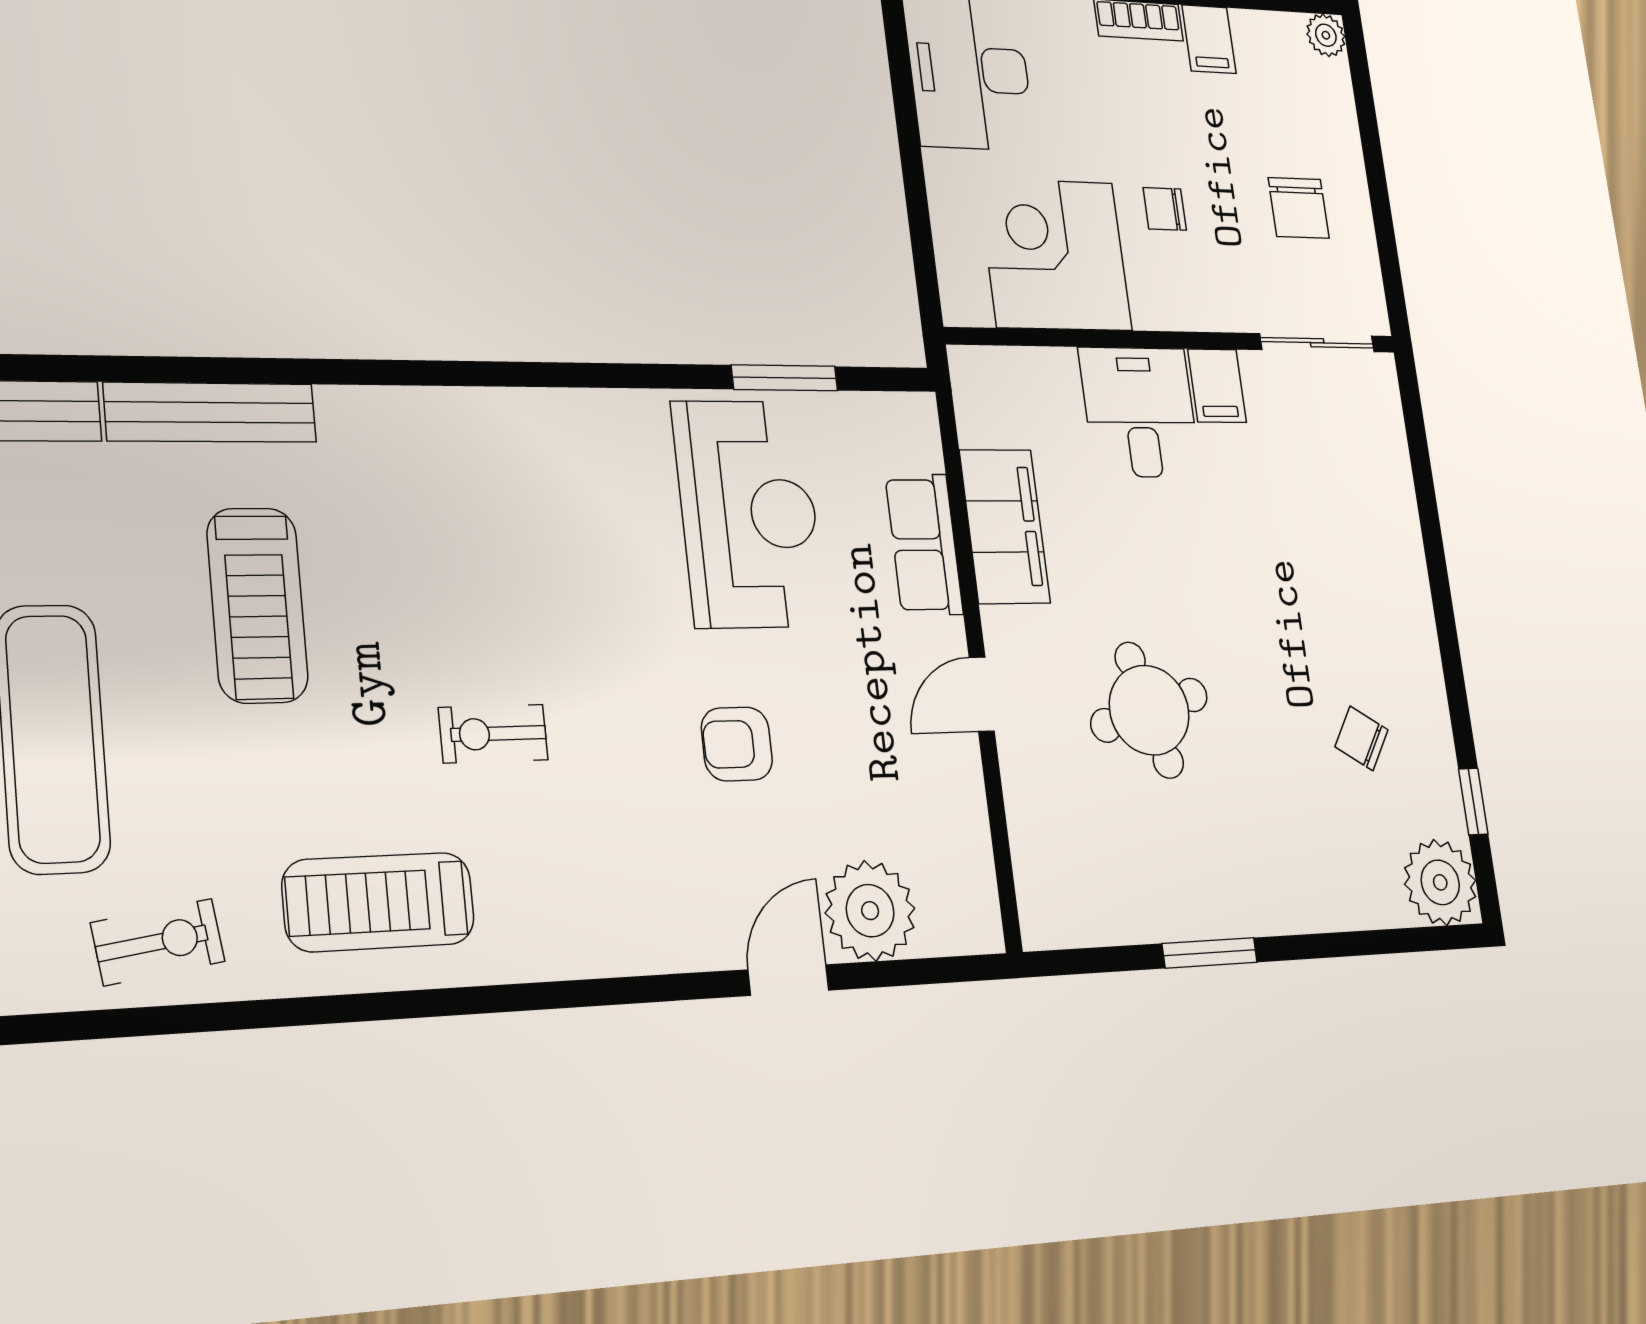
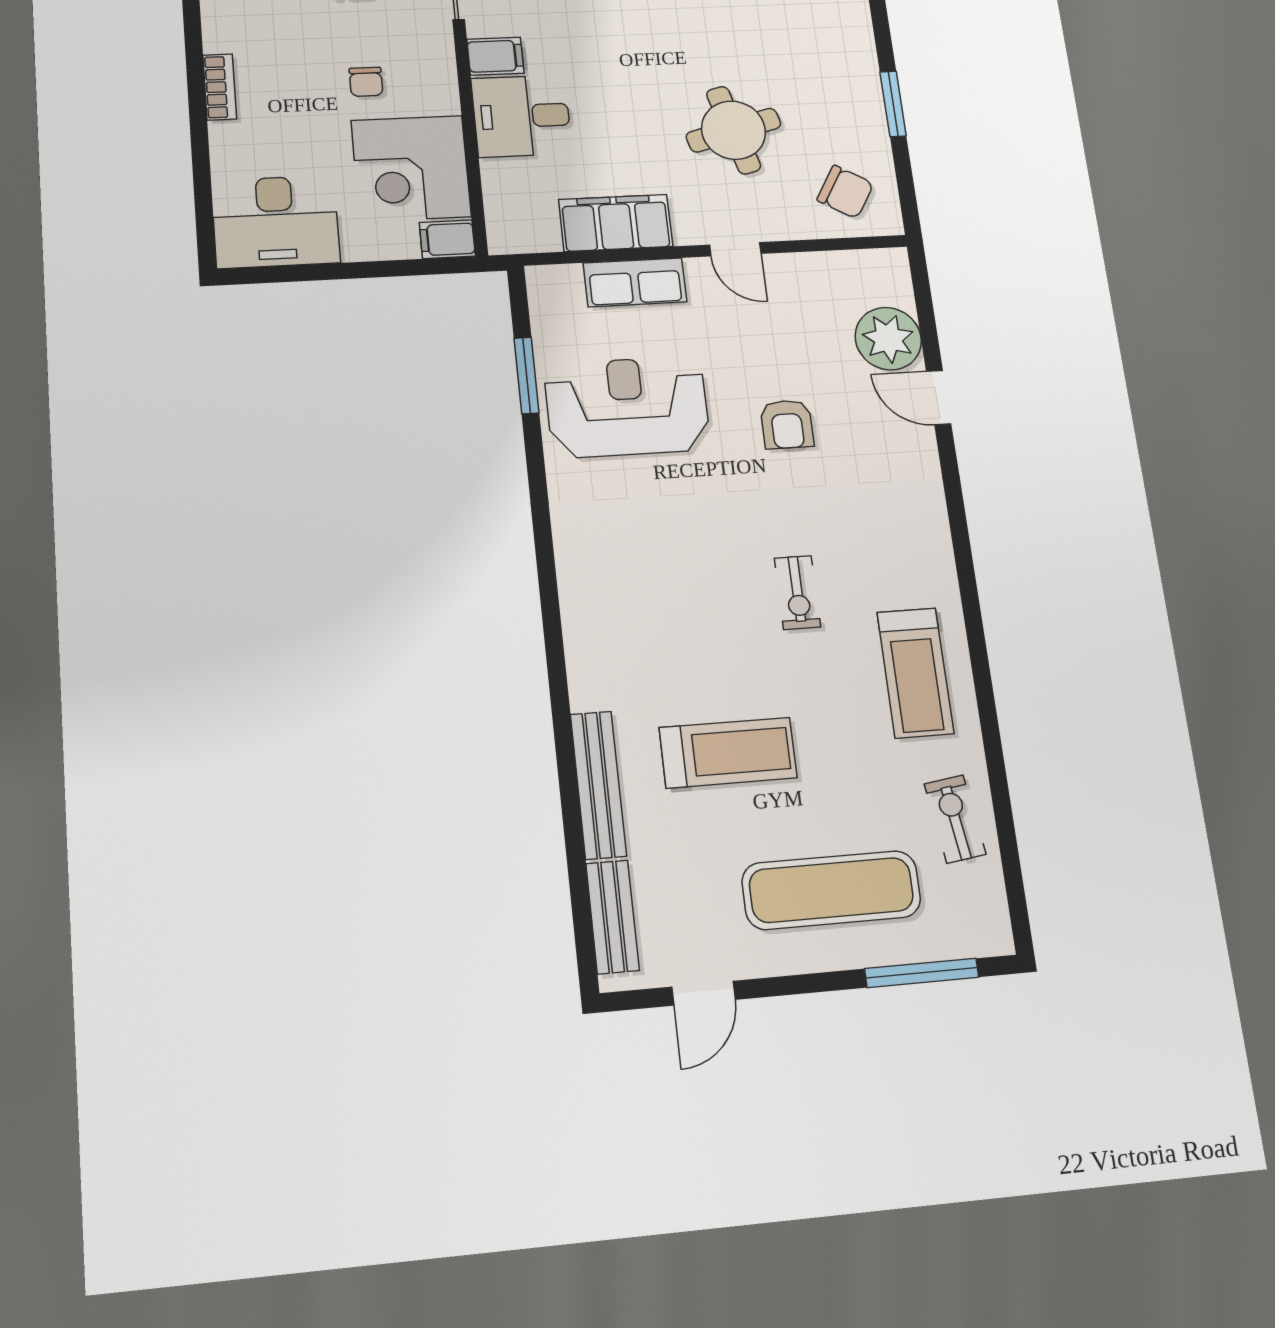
filing cabinet: (1209, 39) -> (447, 239), moved, turned 180
chair: (1077, 867) -> (845, 192), added

